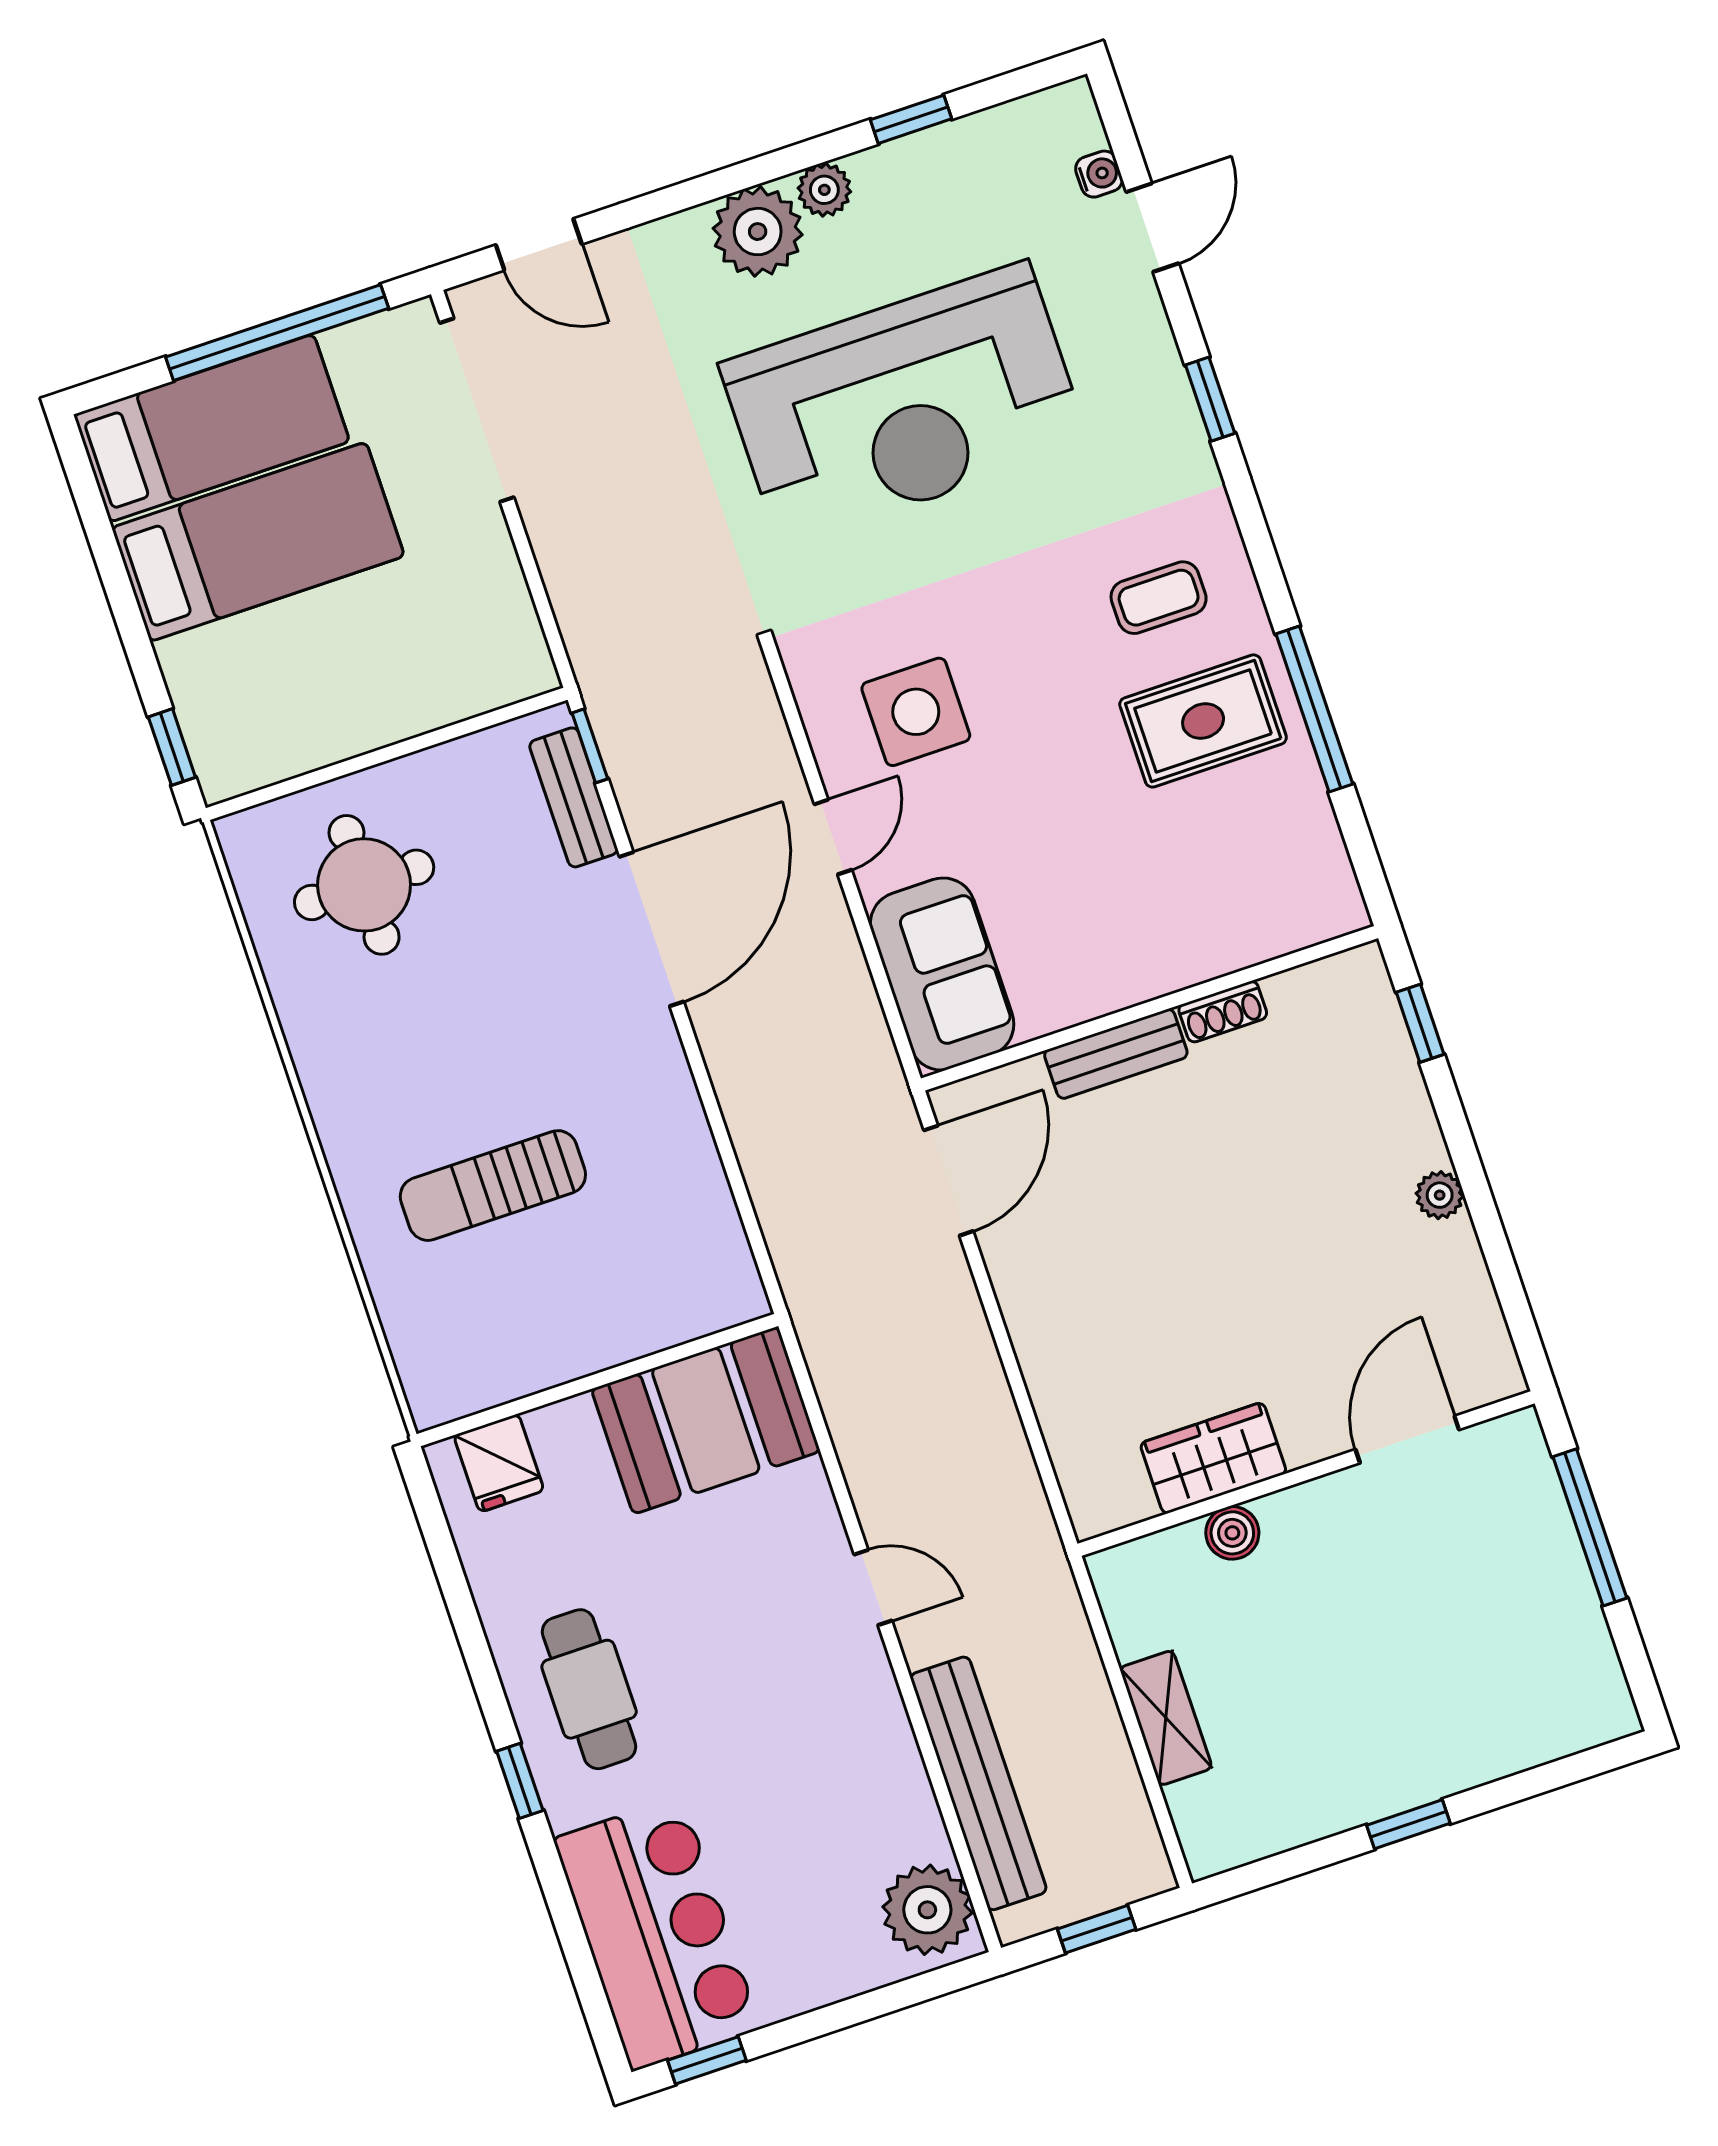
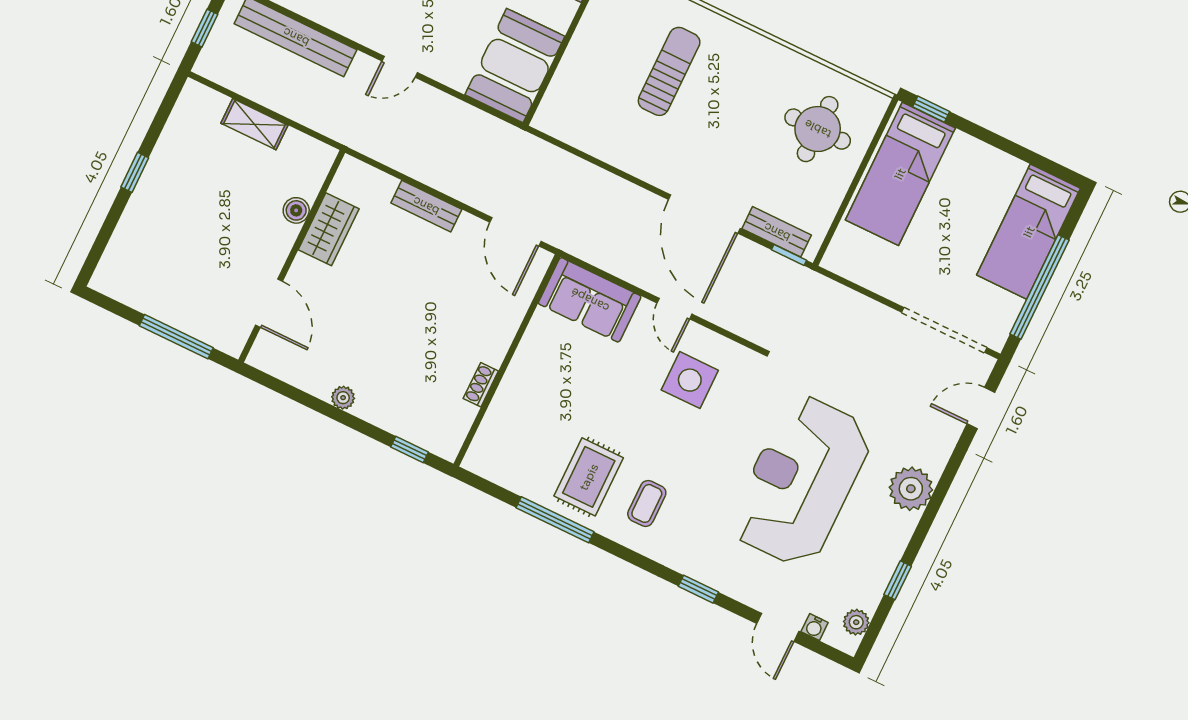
plant: (824, 190) -> (856, 622), moved
bed: (258, 542) -> (900, 174), moved
bench: (1116, 1054) -> (426, 206), moved, turned 90

